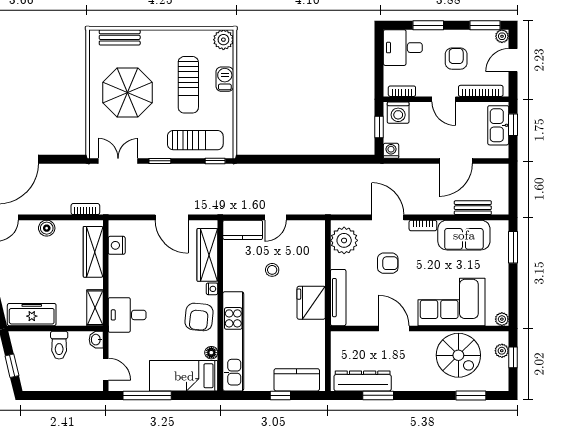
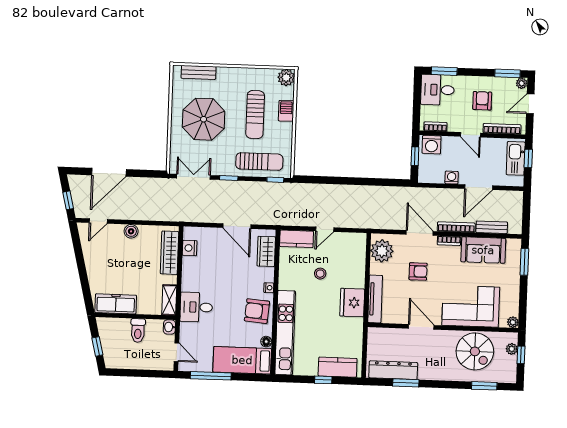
window: (428, 25) -> (444, 71), moved
washing machine: (391, 151) -> (452, 178), moved
bookcase: (85, 209) -> (456, 227), moved, width x1.56
wardrobe: (207, 255) -> (266, 251), width x0.67
armchair: (199, 317) -> (257, 311), turned 89

